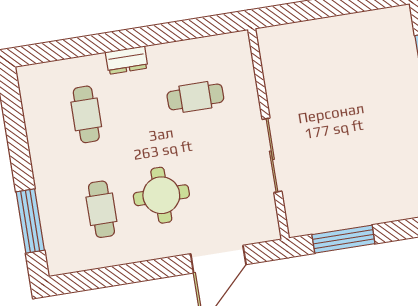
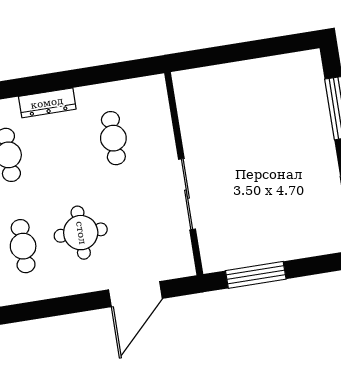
dresser: (127, 60) -> (47, 103), width x1.44
cafe table: (195, 97) -> (113, 138), turned 90

